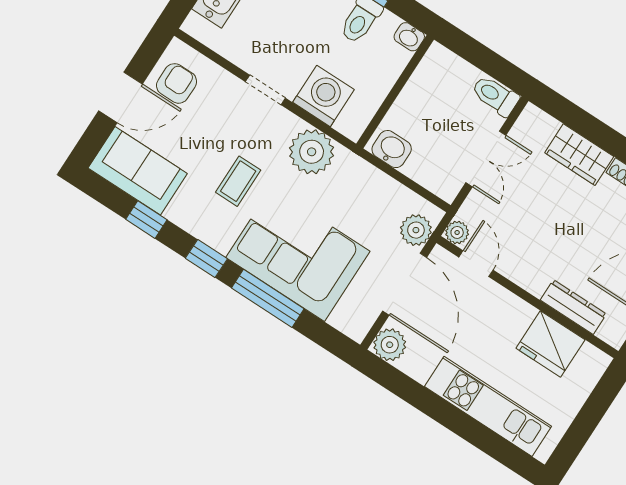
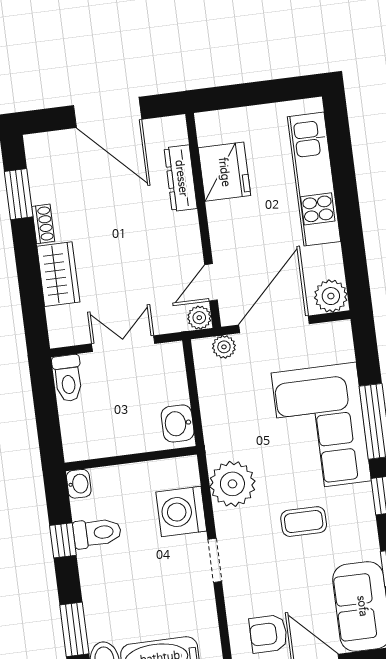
plant: (416, 230) -> (224, 347), width x0.73, depth x0.73

